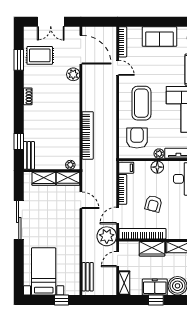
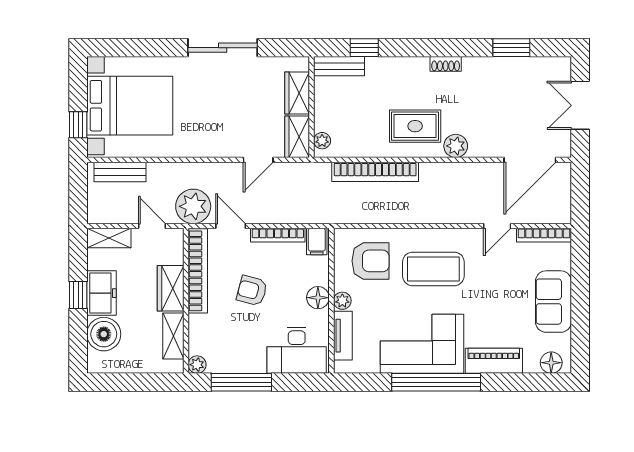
rug: (40, 55) -> (415, 126), moved, turned 90
plant: (73, 74) -> (456, 146), moved
bed with nightstands: (44, 271) -> (130, 106), width x1.36

